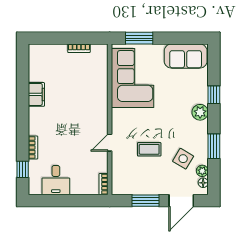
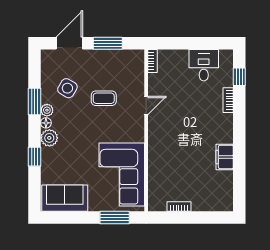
plant: (202, 171) -> (47, 110), moved
floor lamp: (203, 183) -> (46, 123), moved

